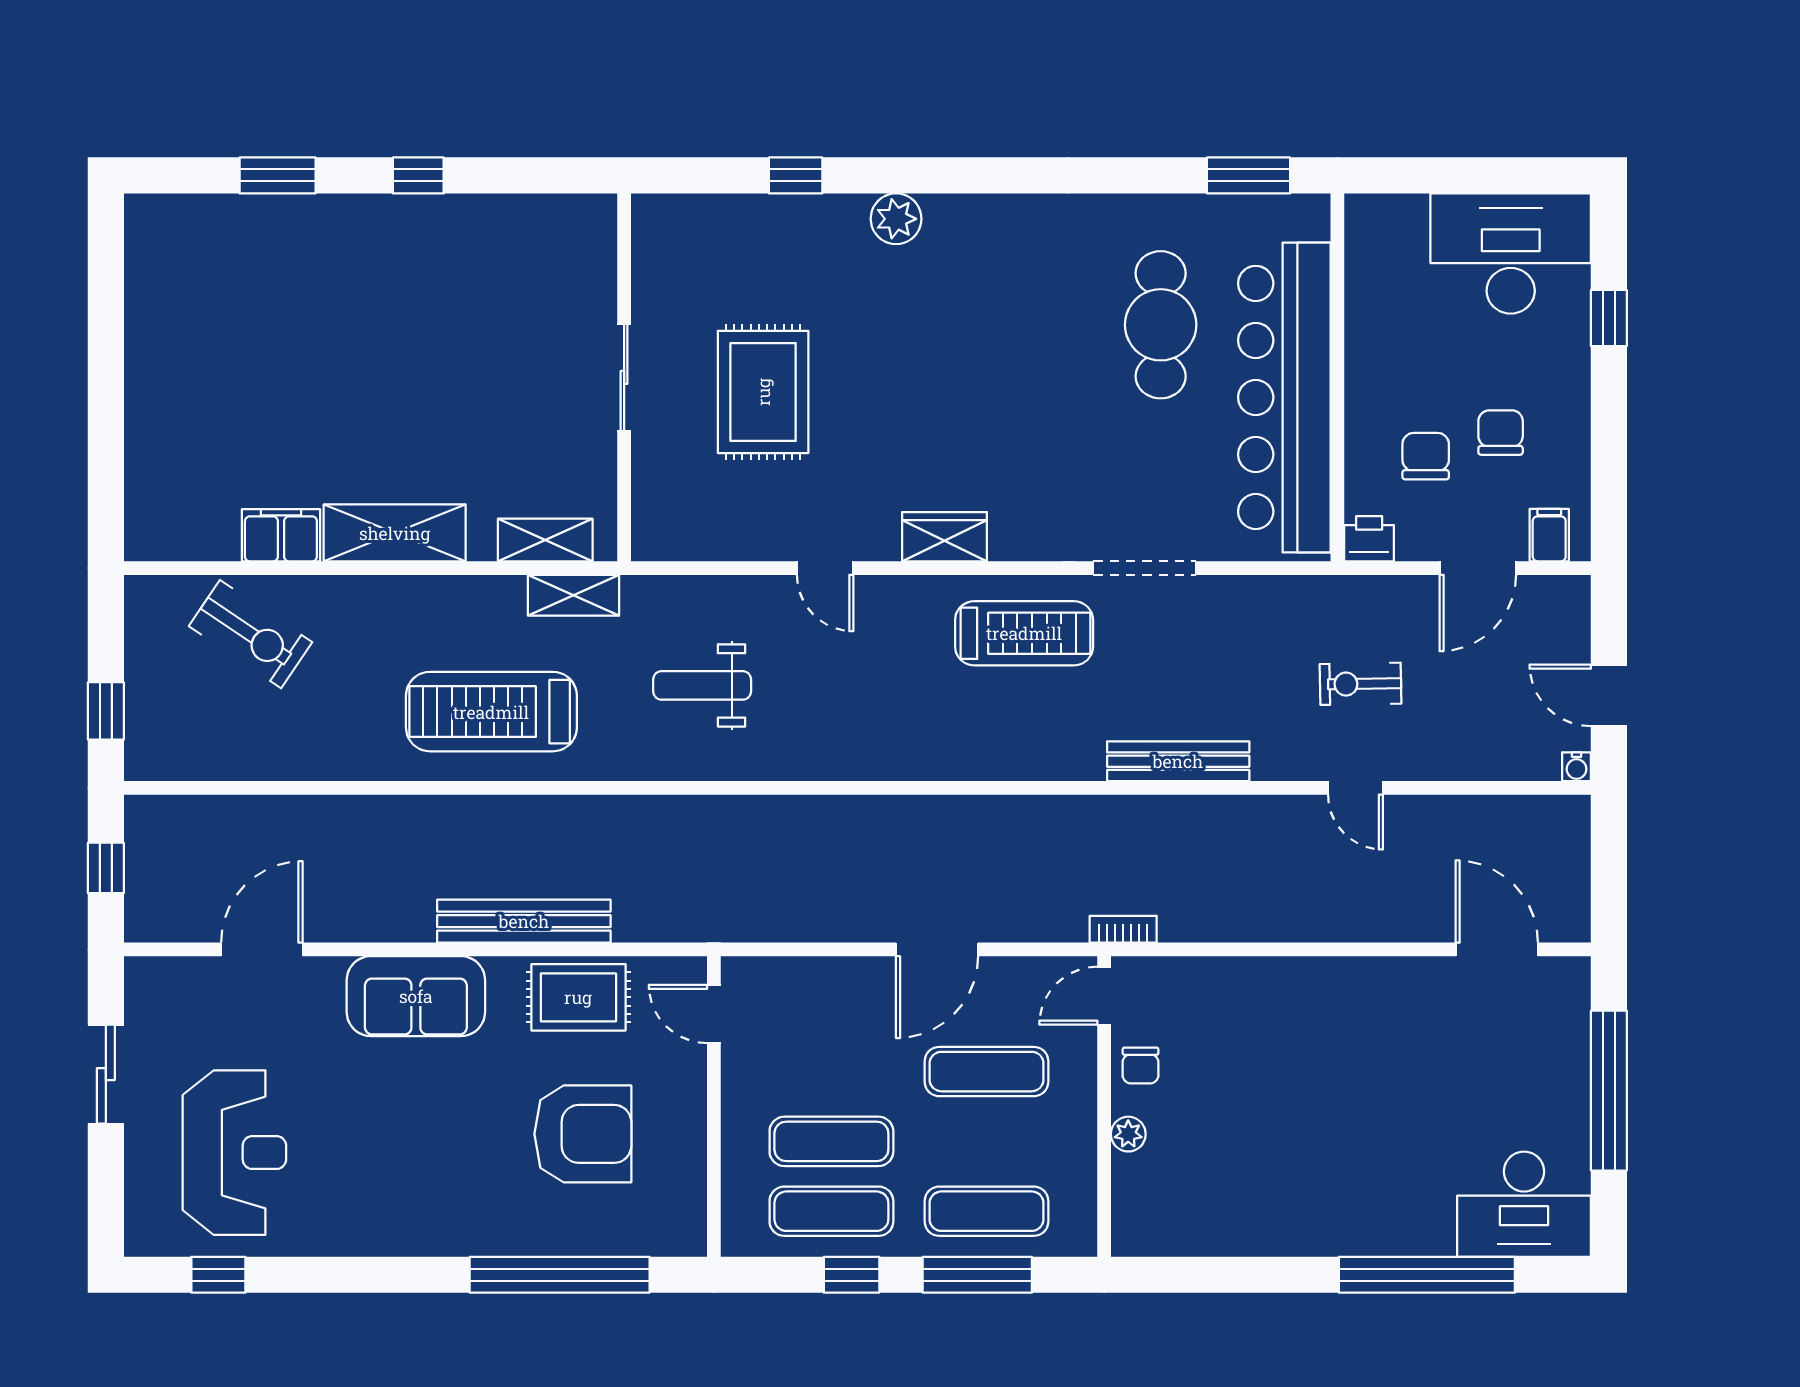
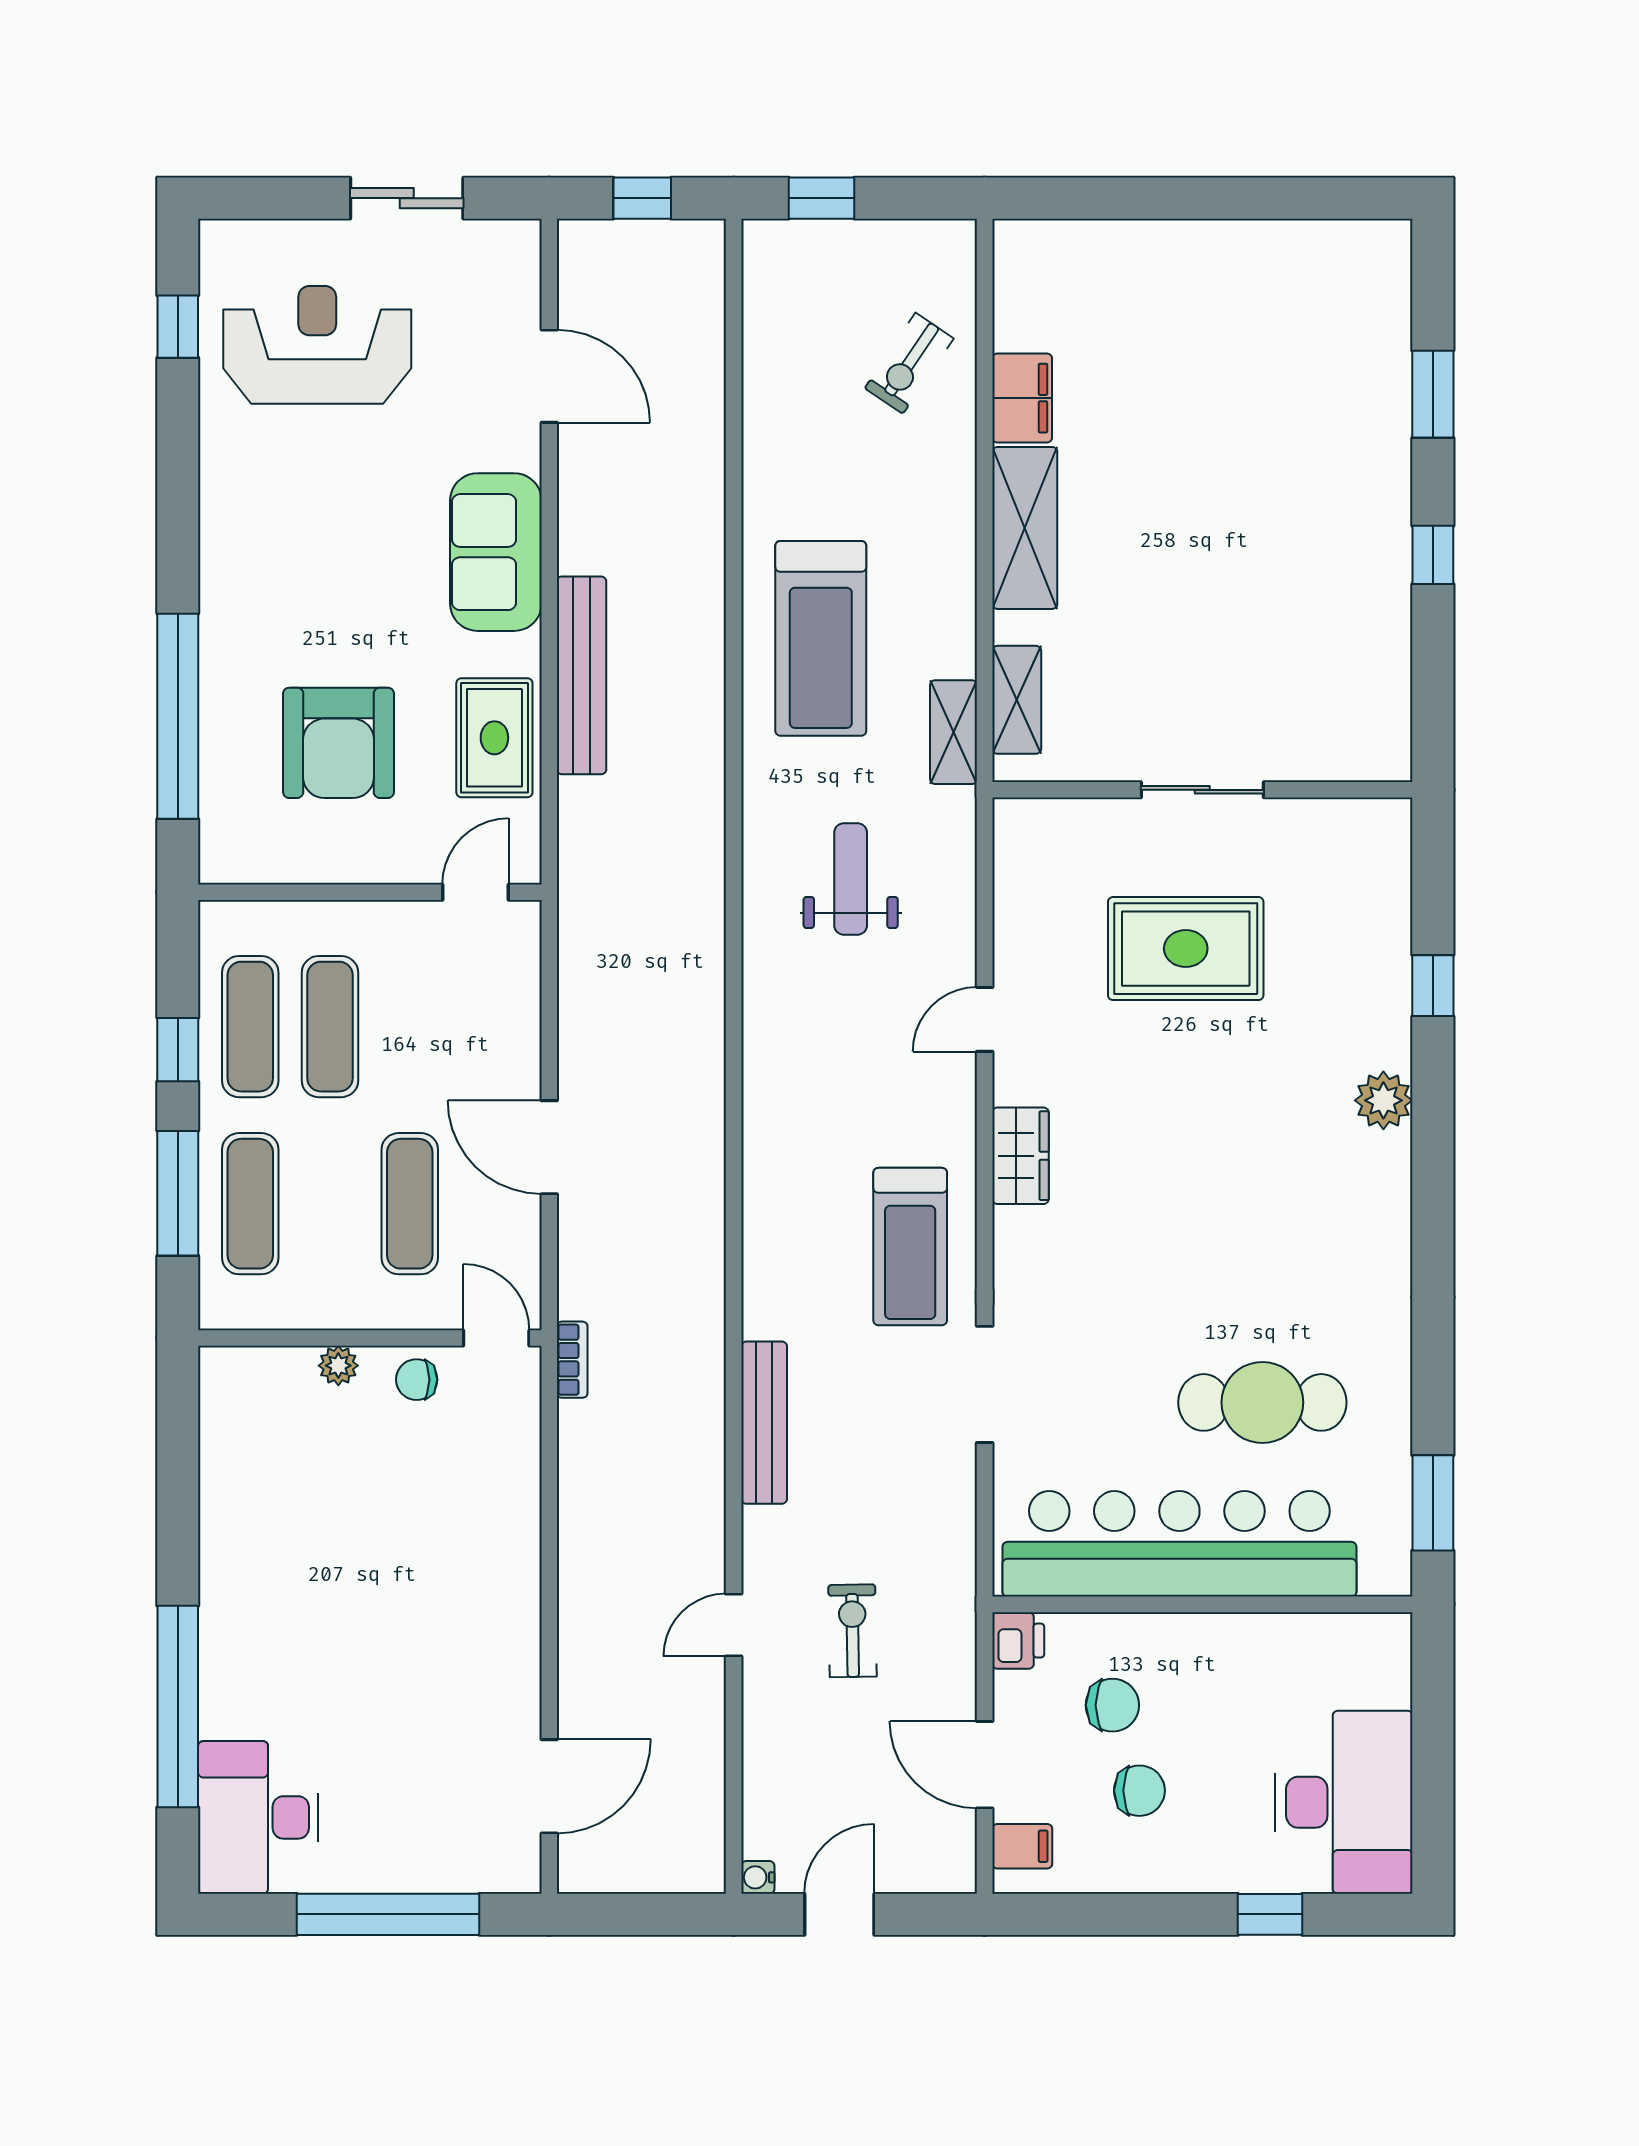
exercise bike: (251, 634) -> (909, 363), width x0.73, depth x0.72
treadmill: (491, 712) -> (821, 638), turned 180
reception desk: (234, 1153) -> (317, 345), turned 180

